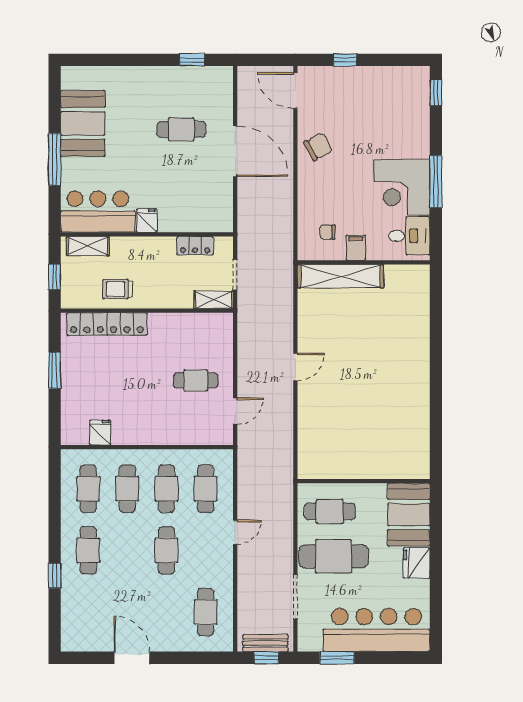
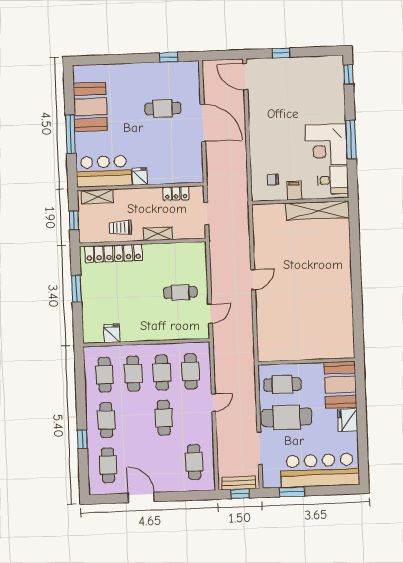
chair: (318, 147) -> (264, 117), removed
shelving: (340, 276) -> (318, 210), moved
shelving: (214, 300) -> (158, 234), moved
cafe table: (88, 612) -> (108, 465), added

